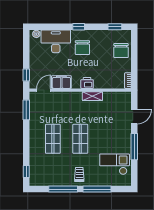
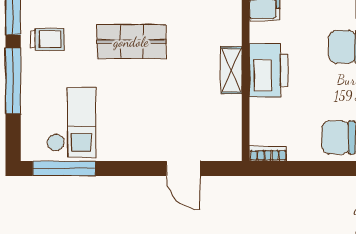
printer: (87, 83) -> (269, 70), width x1.87, depth x1.48
window: (134, 147) -> (64, 168), moved

